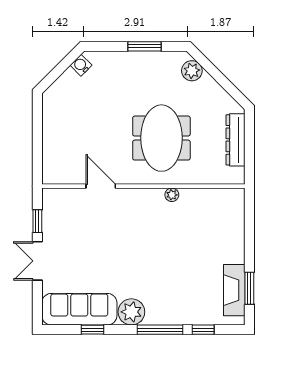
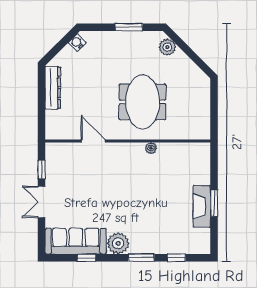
dresser: (236, 140) -> (53, 88), moved, turned 180
window: (249, 288) -> (214, 203), moved
fireplace: (234, 290) -> (202, 206), moved
window: (160, 330) -> (141, 258), width x0.69

